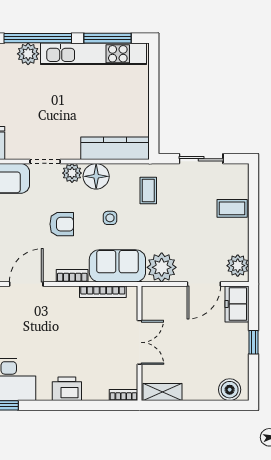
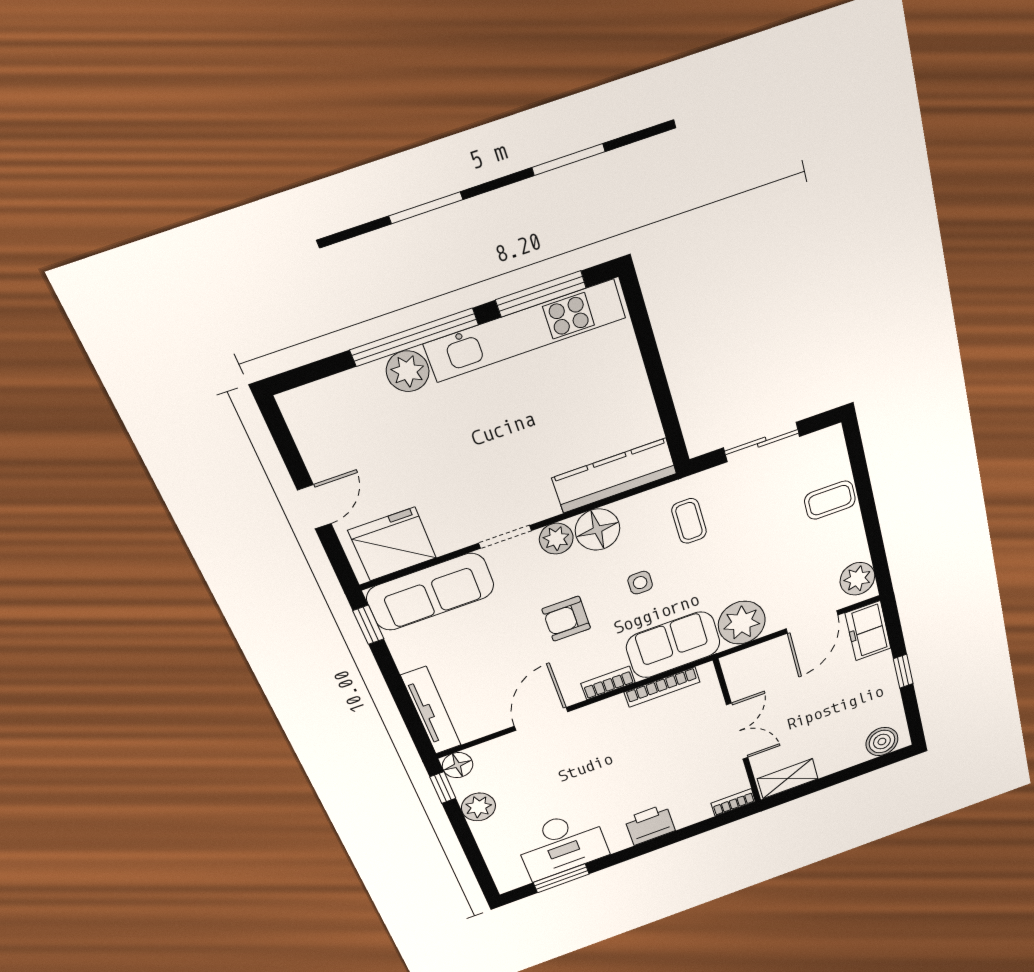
armchair: (62, 224) -> (566, 619), turned 180

